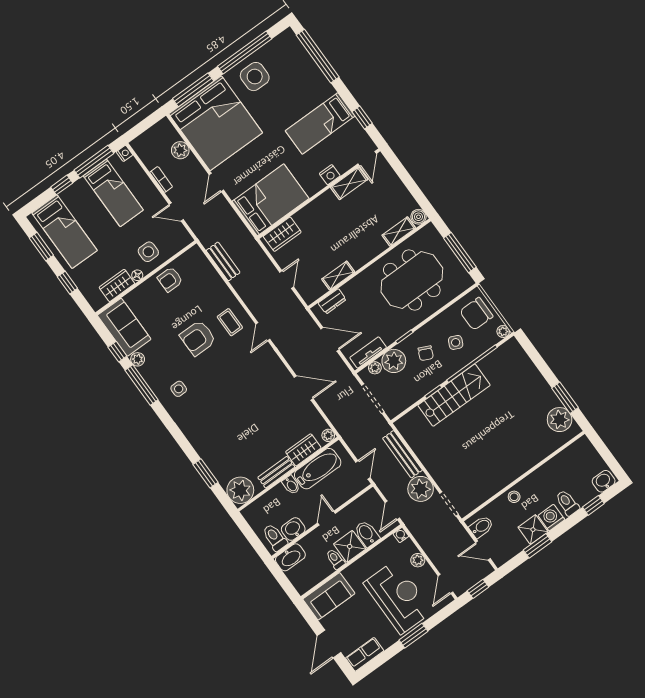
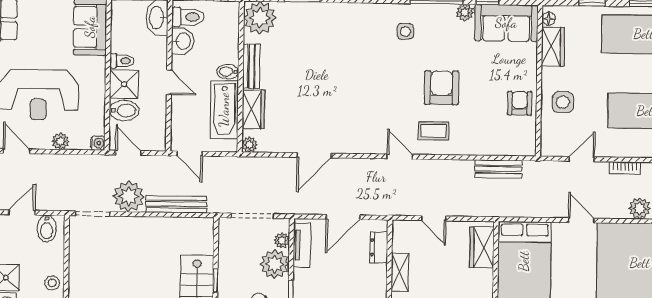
floor lamp: (137, 275) -> (549, 19), moved

